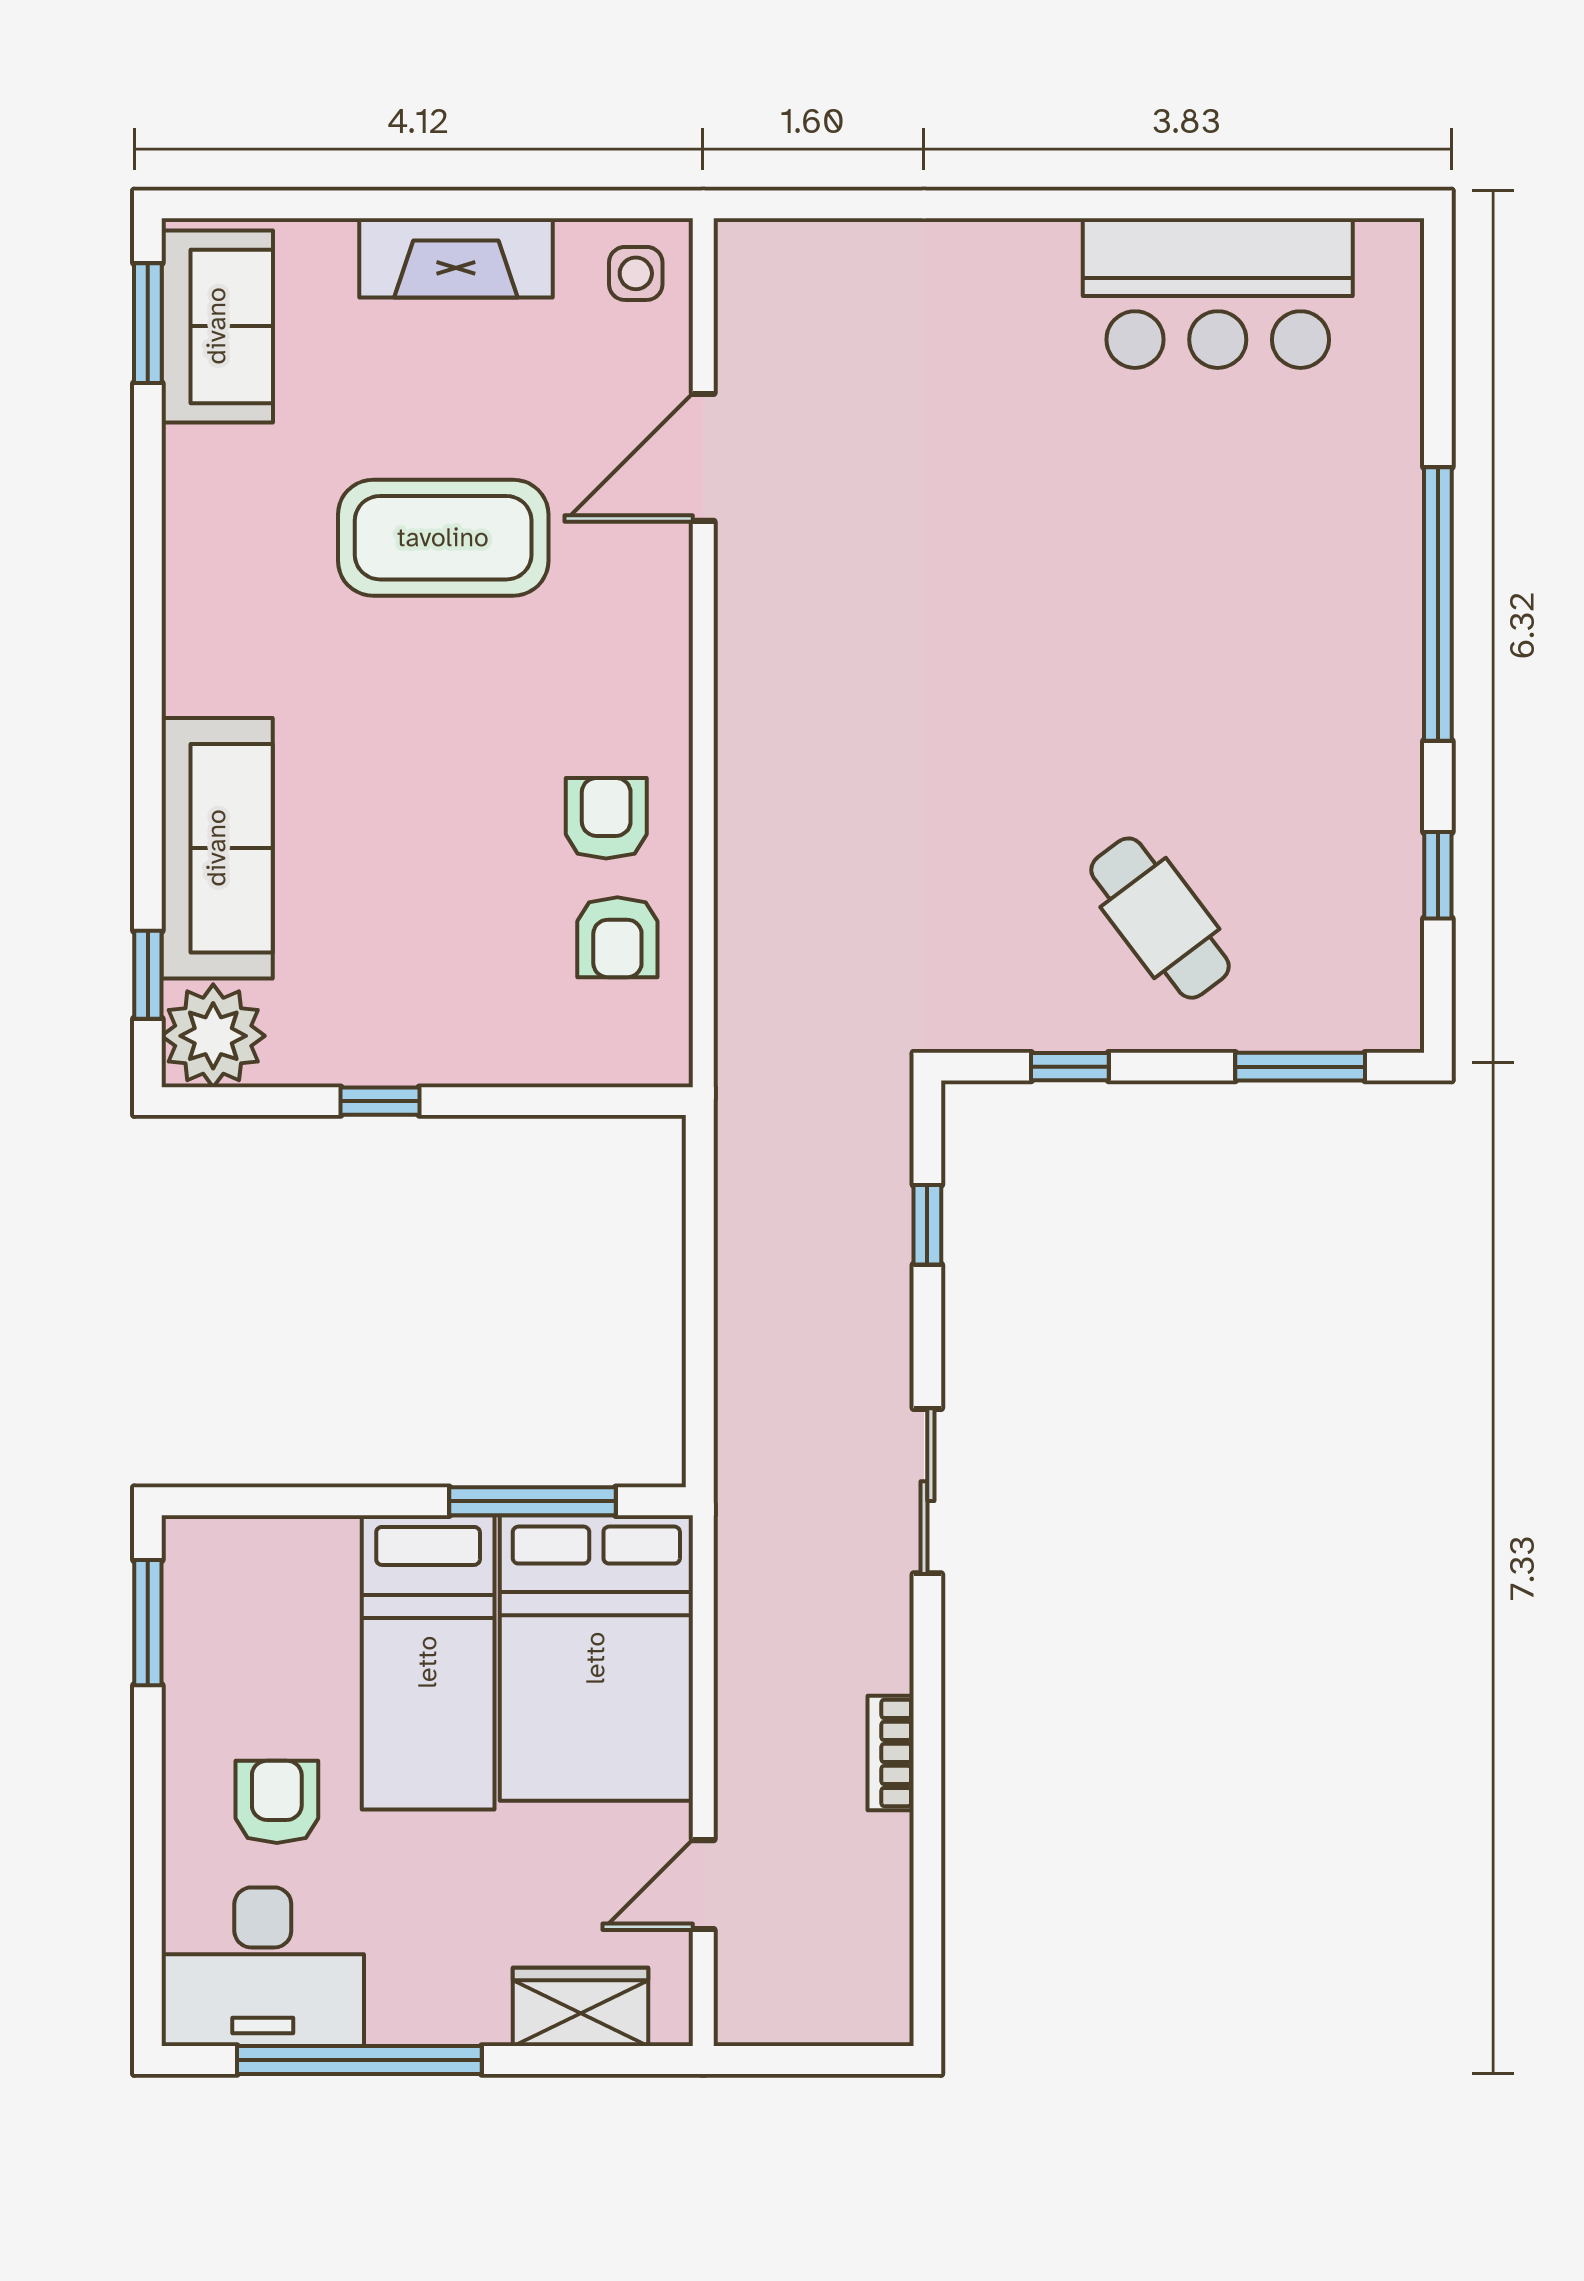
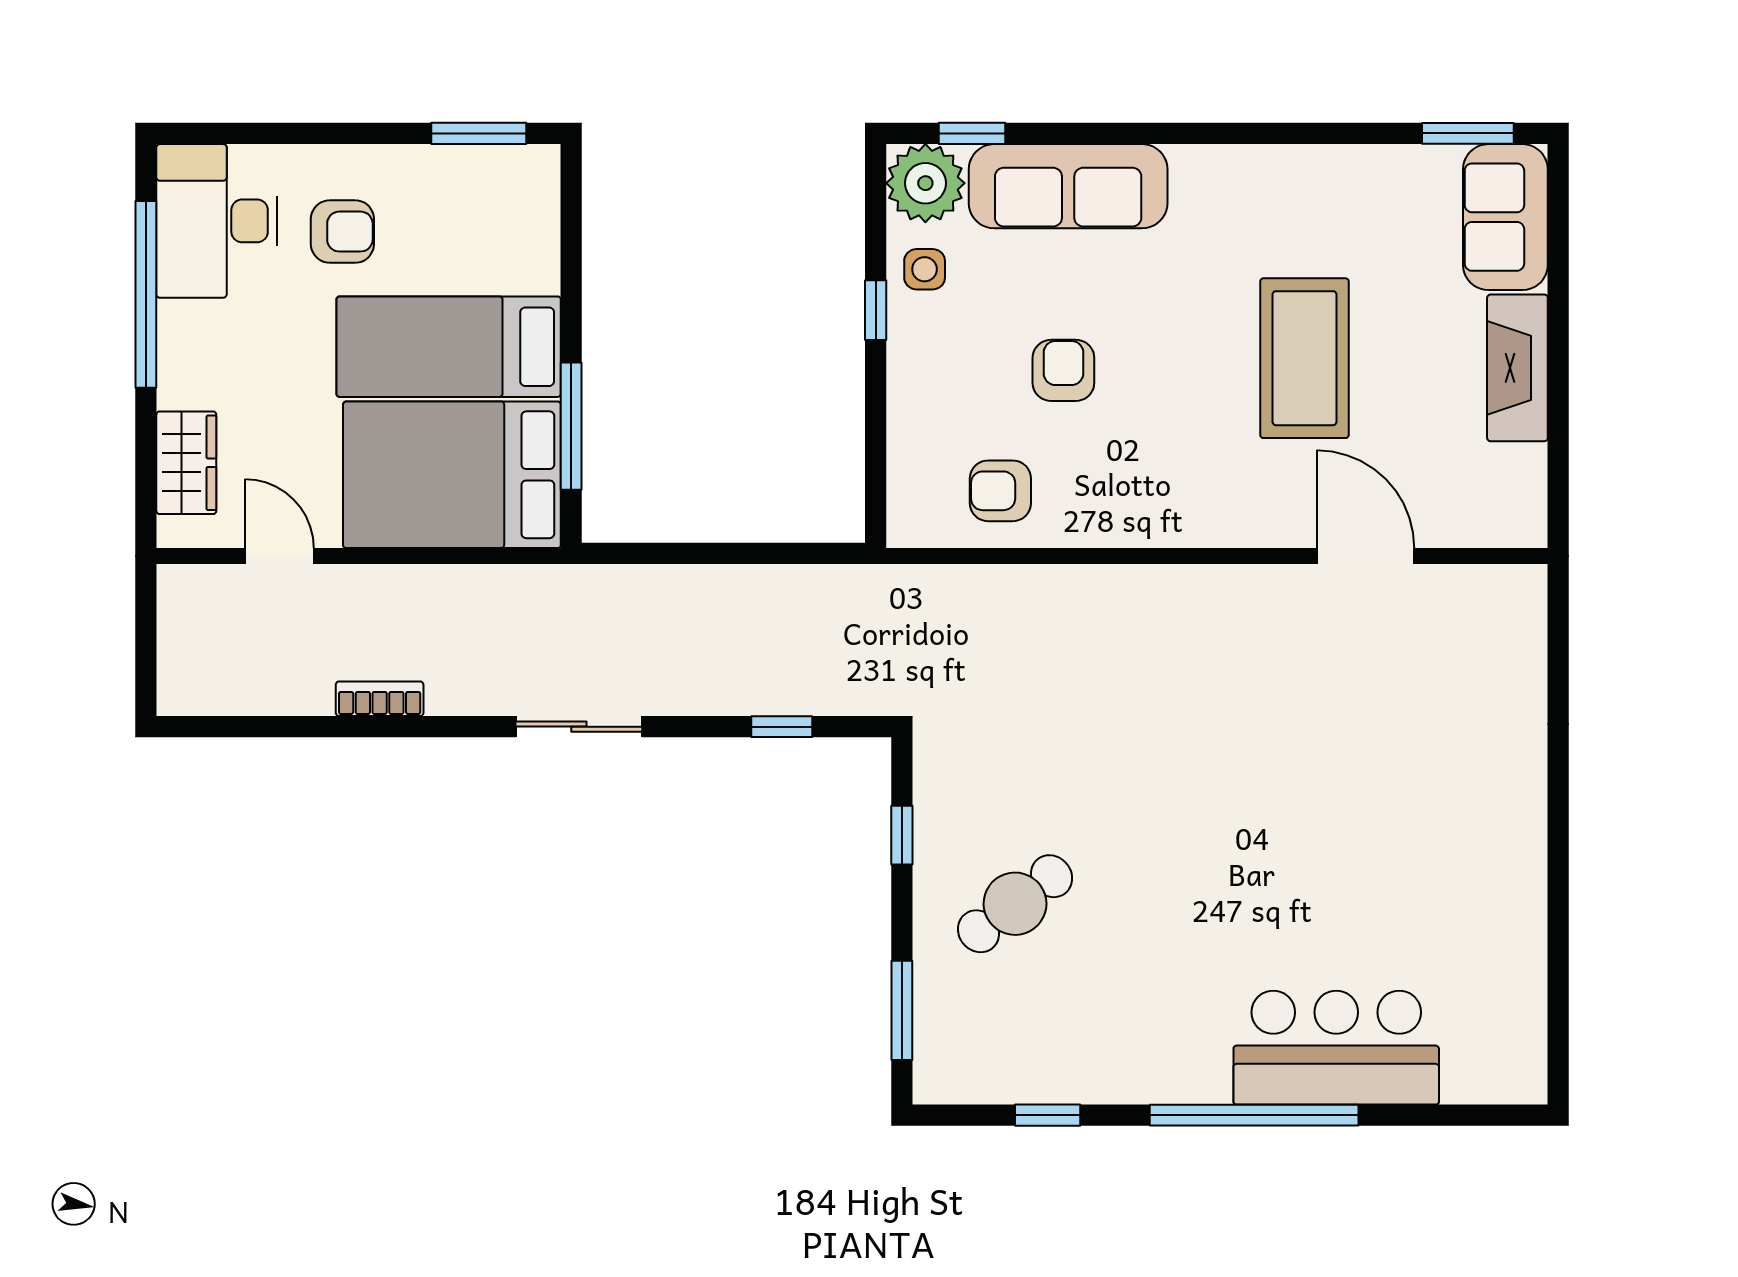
side table: (636, 273) -> (925, 269), moved
bar counter: (1218, 293) -> (1336, 1048), moved, turned 90
sofa: (217, 326) -> (1505, 217), moved, turned 90
armchair: (606, 818) -> (1063, 370), moved, turned -90

